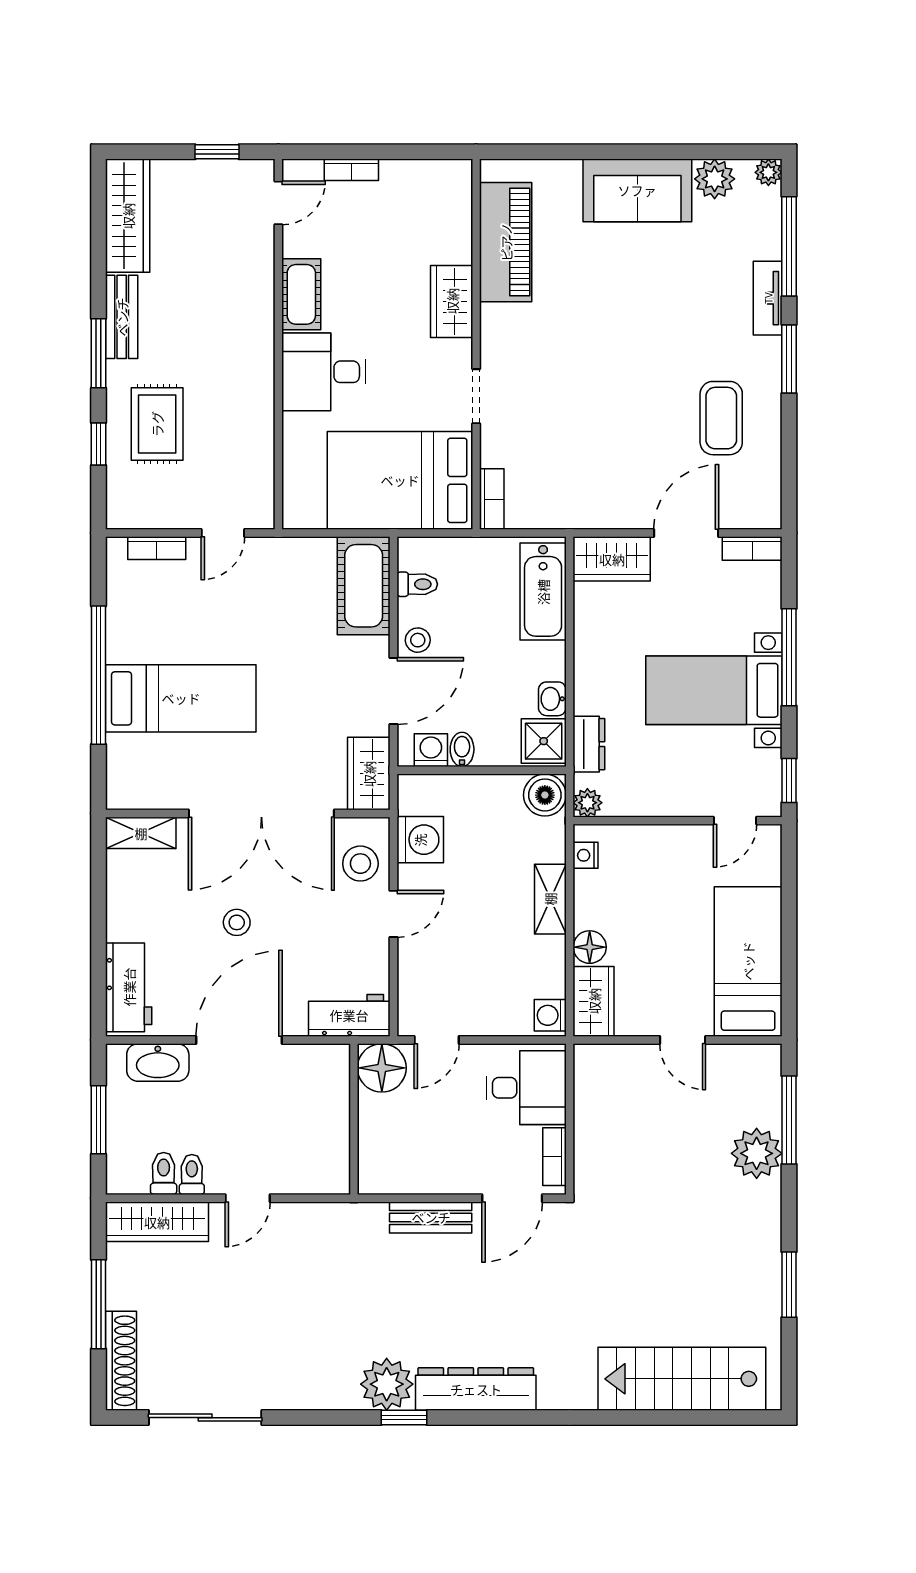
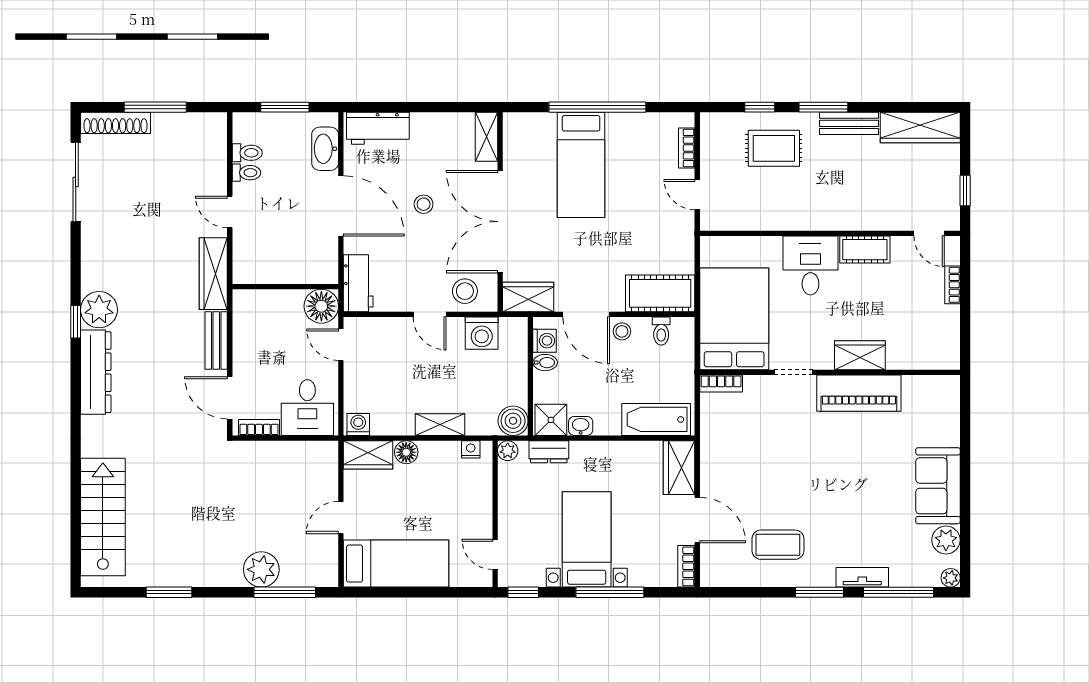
piano: (506, 242) -> (859, 393), moved
wardrobe: (157, 1222) -> (213, 274), moved

